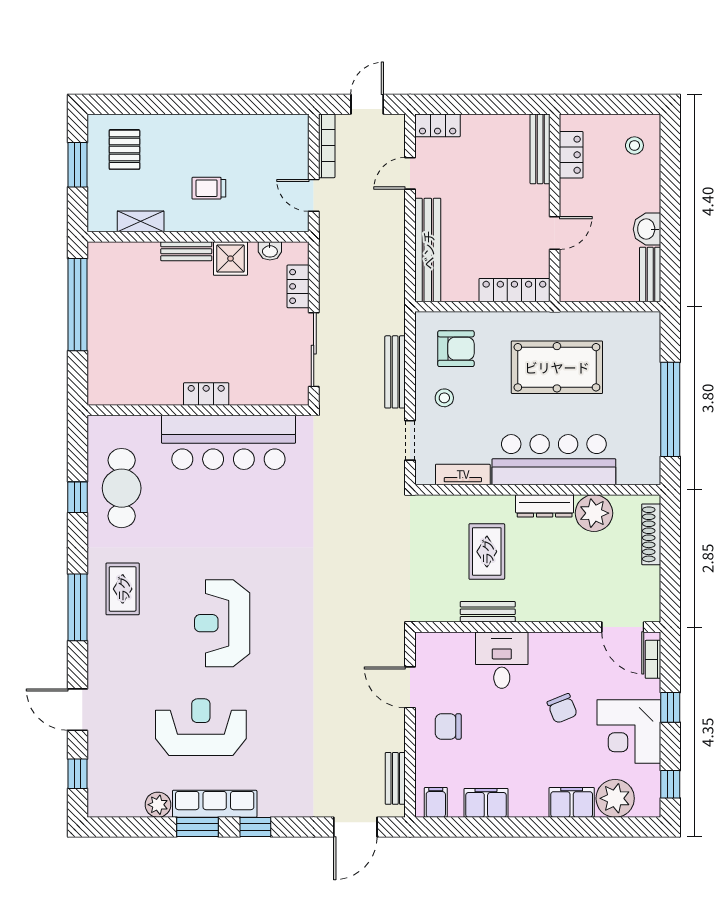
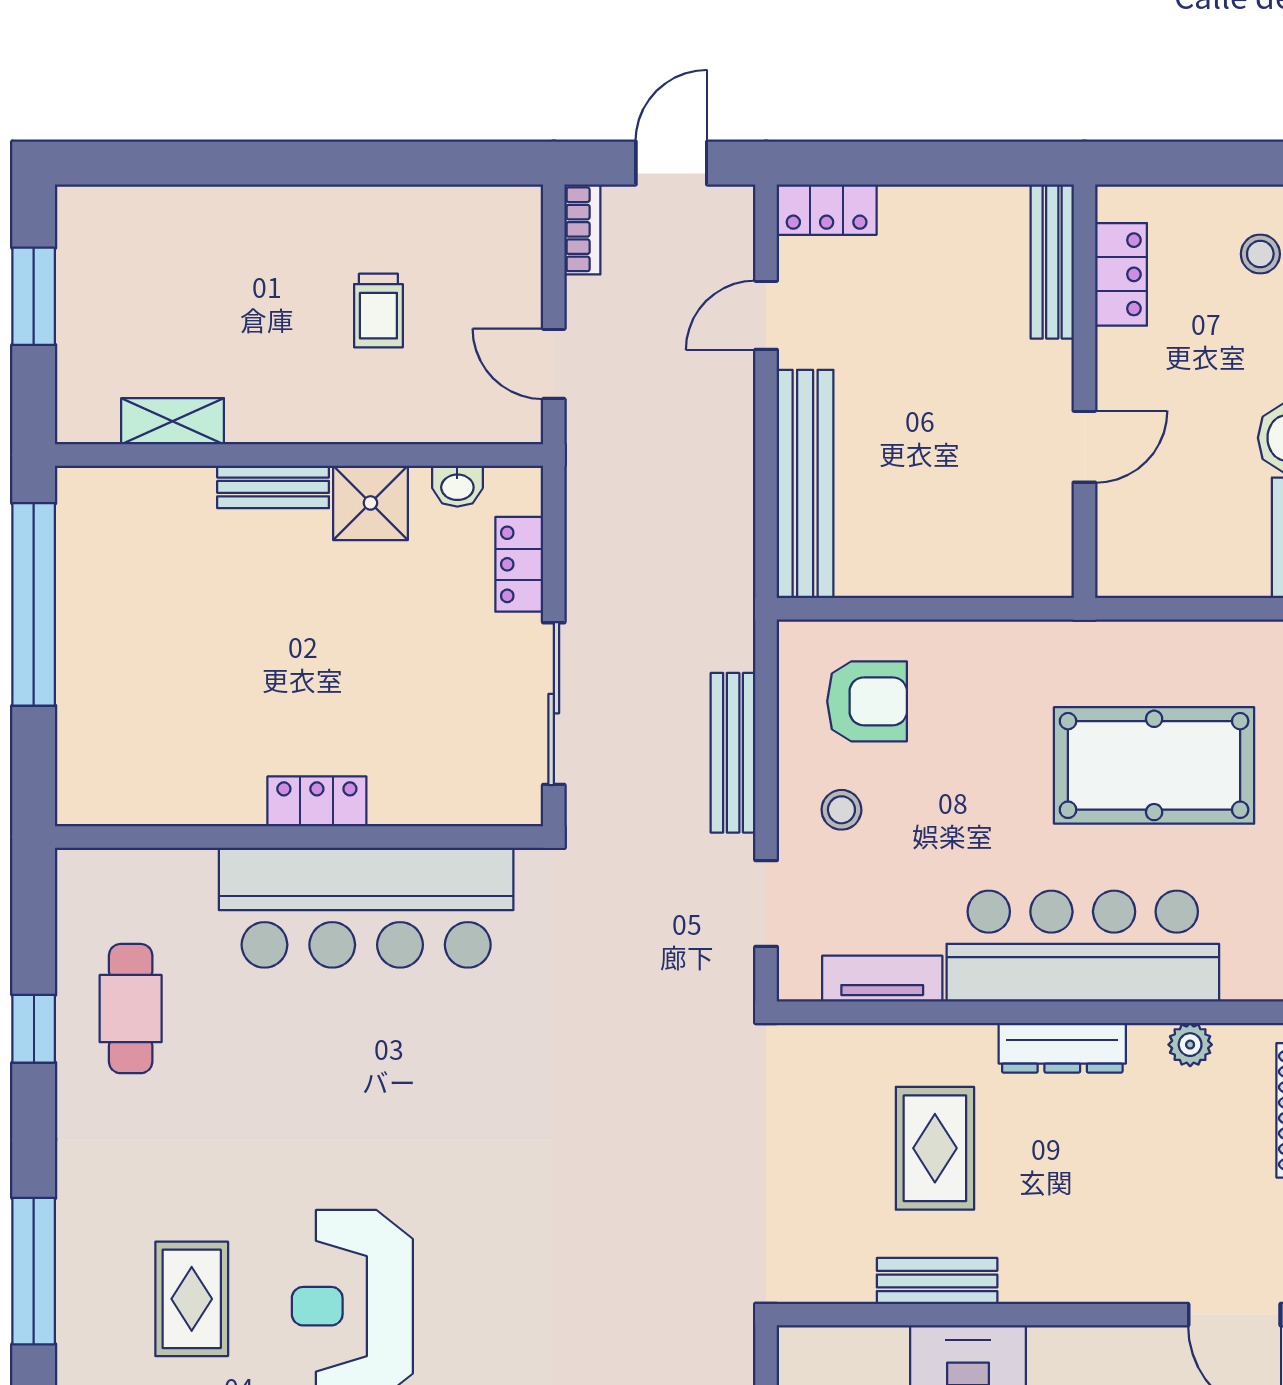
bookcase: (327, 146) -> (582, 229), width x0.64
pallet: (124, 150) -> (137, 263), removed
trolley: (209, 188) -> (378, 311), moved, turned -90
locker: (514, 290) -> (996, 572), removed
pool table: (557, 367) -> (1154, 765), moved
cafe table: (122, 488) -> (131, 1009), width x0.73, depth x0.74
plant: (594, 513) -> (1190, 1045), width x0.53, depth x0.53
rug: (123, 589) -> (192, 1299), moved

